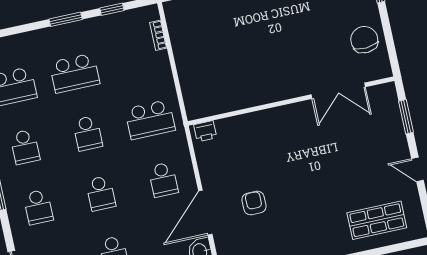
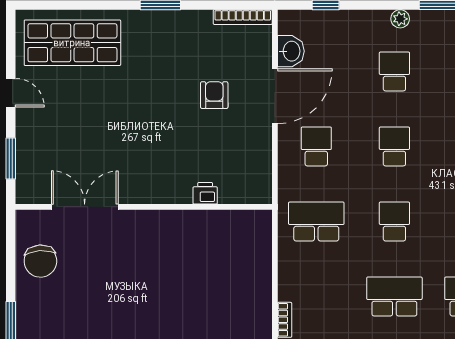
printer: (205, 131) -> (205, 193), moved
armchair: (254, 203) -> (214, 95), turned 180
shop shelf: (377, 220) -> (72, 43), width x1.43, depth x1.36

